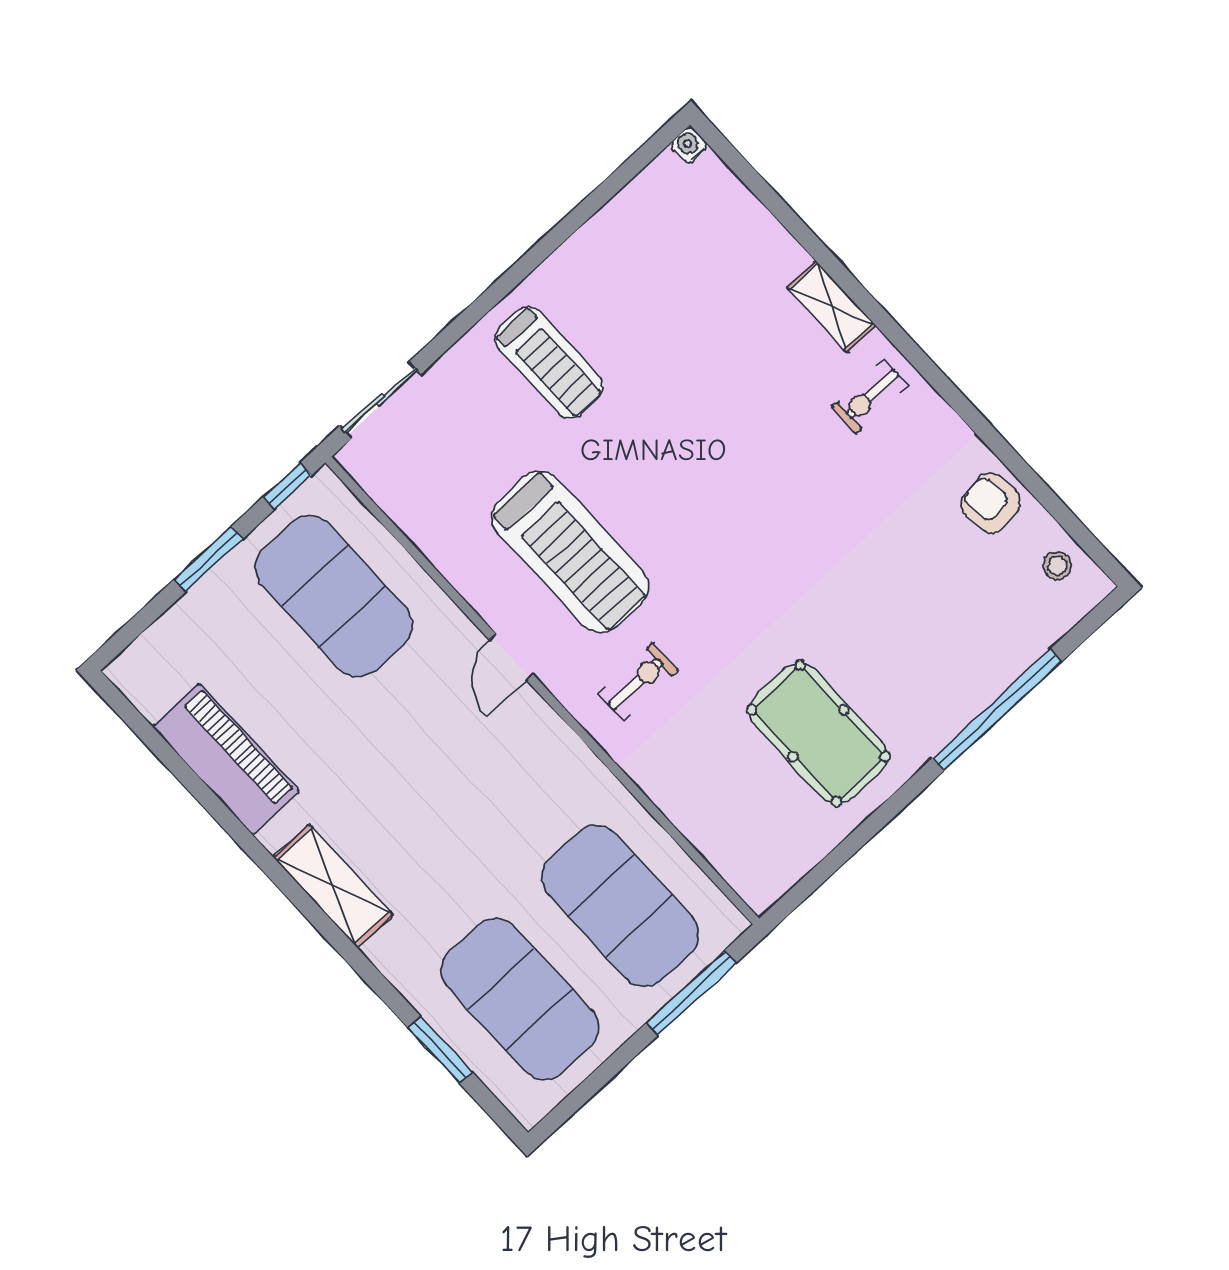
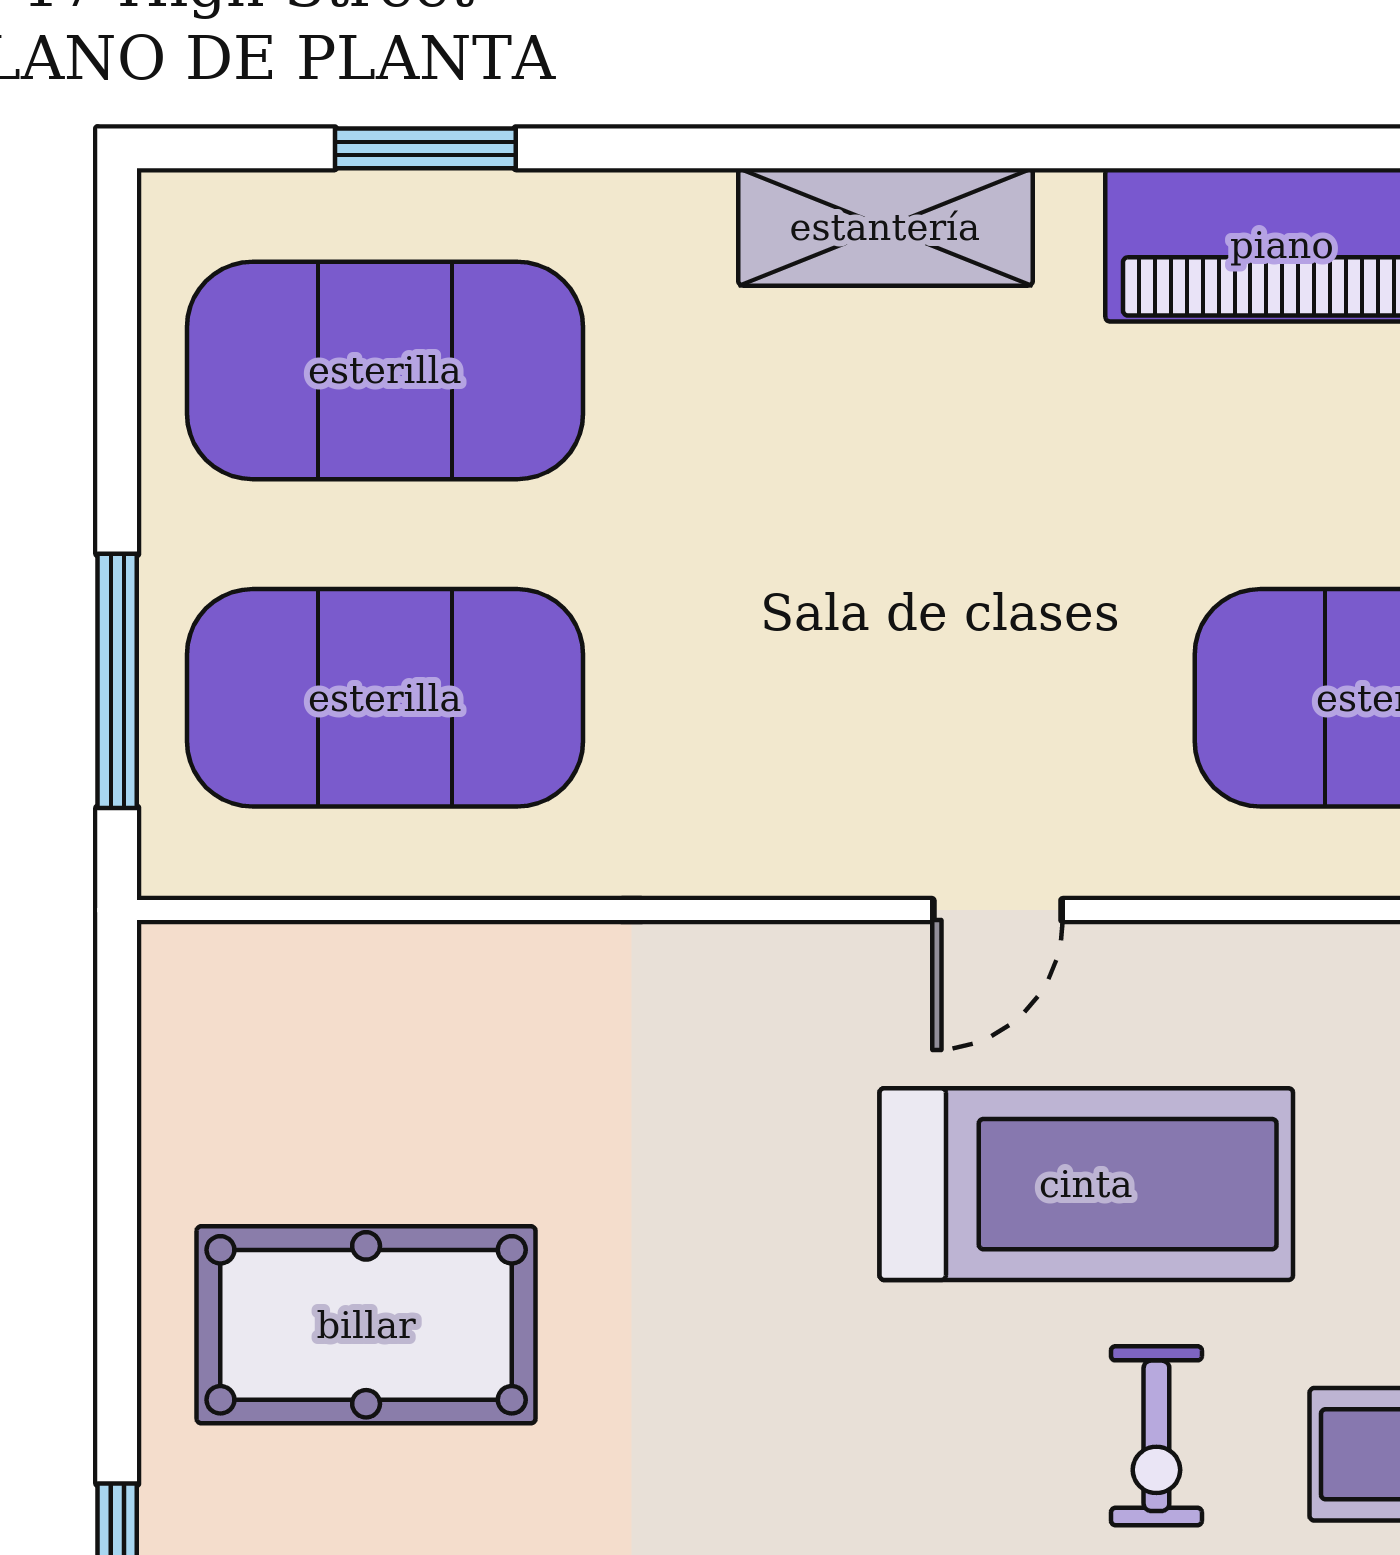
treadmill: (570, 552) -> (1086, 1184), turned 180
door: (511, 657) -> (997, 910), swing flipped
exercise bike: (638, 682) -> (1156, 1436), moved

